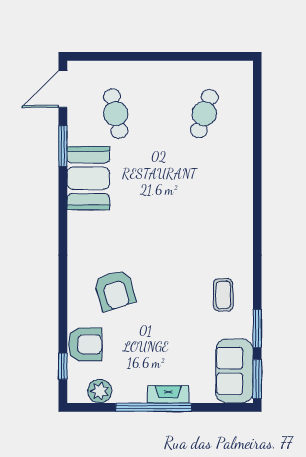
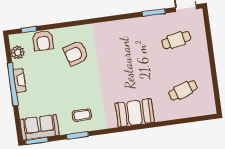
cafe table: (204, 114) -> (183, 90), turned -36
booth: (88, 178) -> (135, 113), moved
window: (257, 329) -> (77, 135), moved
fireplace: (168, 394) -> (20, 81), moved

